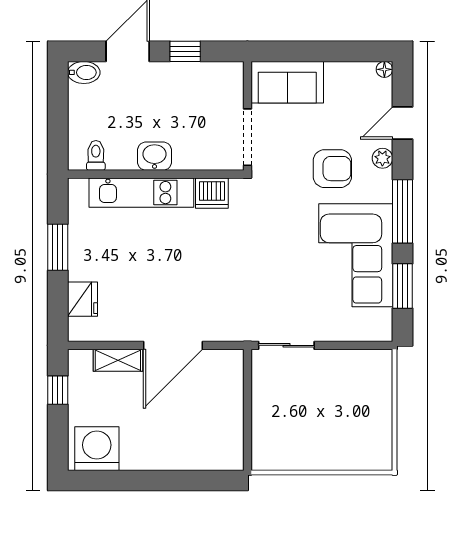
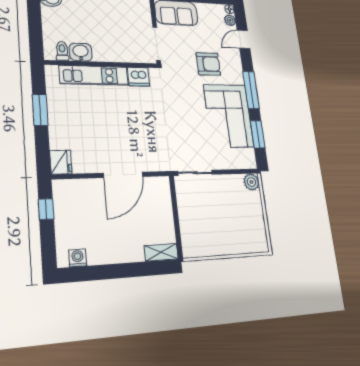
washbasin: (154, 156) -> (81, 52), moved
plant: (382, 158) -> (230, 20), moved
fridge: (83, 299) -> (61, 162), moved
shelving: (118, 360) -> (161, 252), moved
plant: (379, 362) -> (251, 182), added
washing machine: (97, 449) -> (78, 258), width x0.53, depth x0.53

